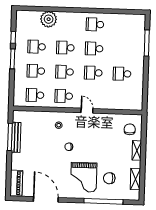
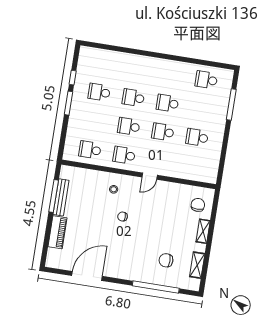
plant: (49, 19) -> (118, 61), removed
school desk: (95, 24) -> (206, 80), moved
school desk: (36, 71) -> (95, 121), removed
door: (87, 111) -> (150, 176), swing flipped
grand piano: (84, 177) -> (136, 255), removed
piano: (16, 183) -> (57, 232), moved
door: (46, 199) -> (87, 276), hinge flipped

